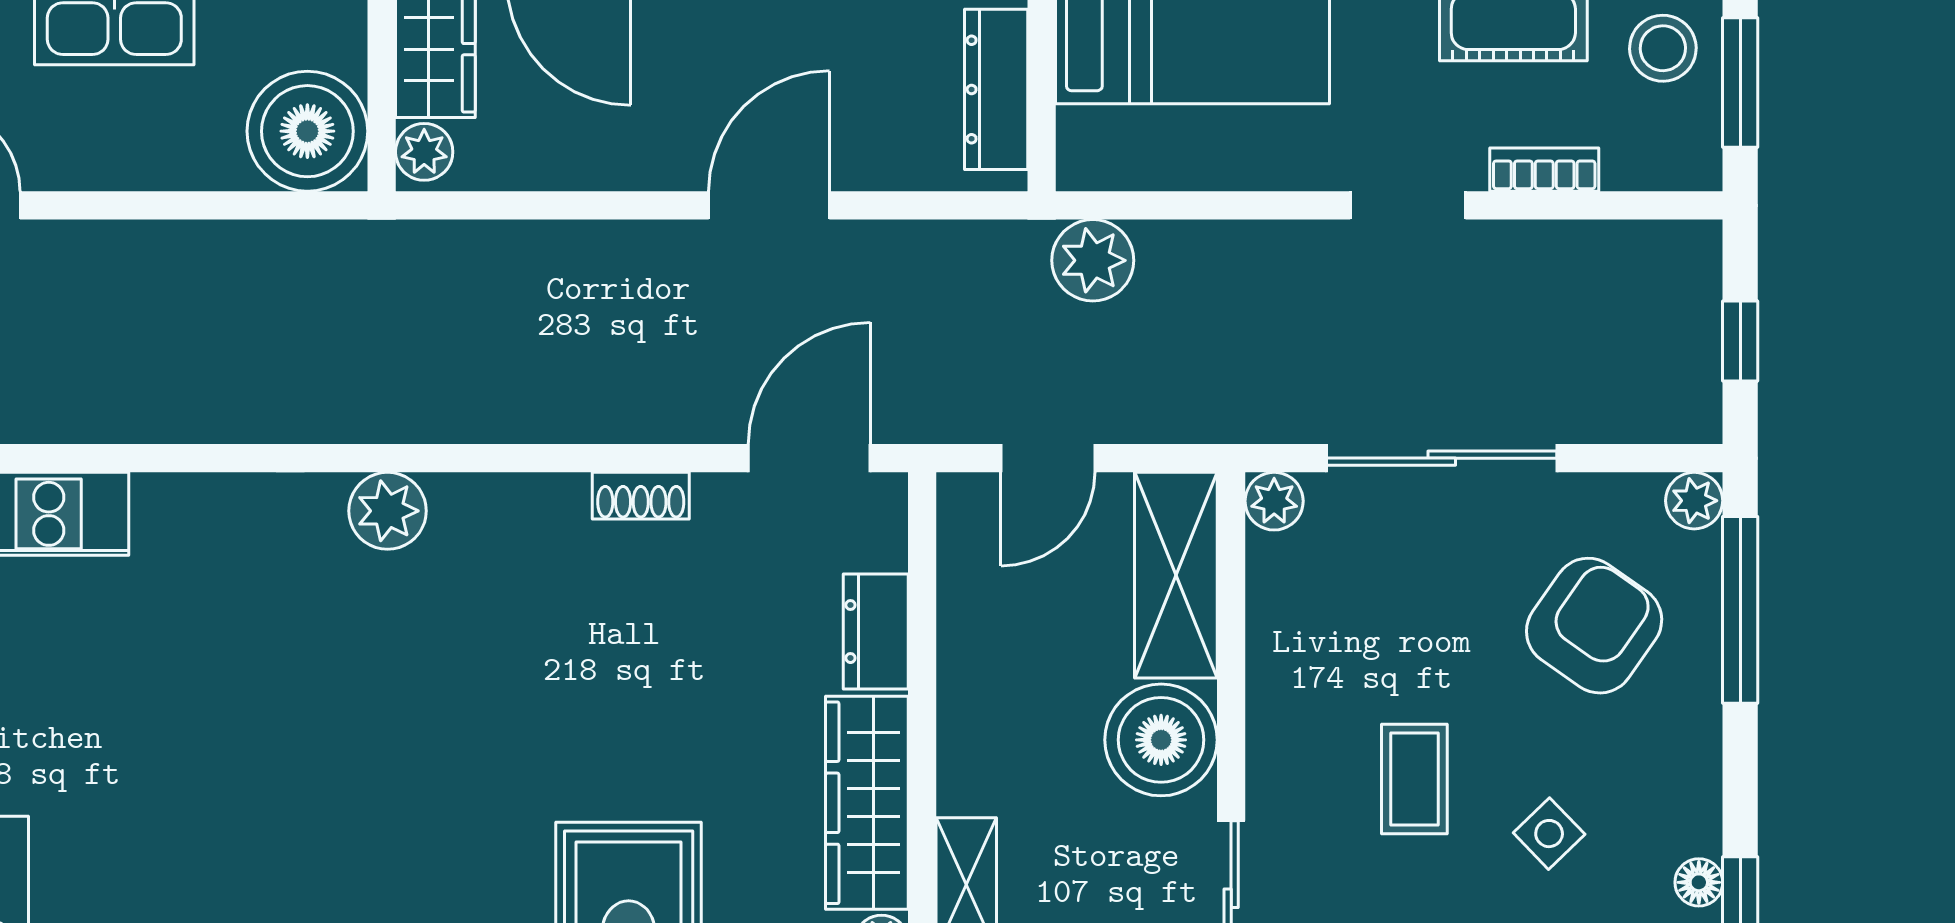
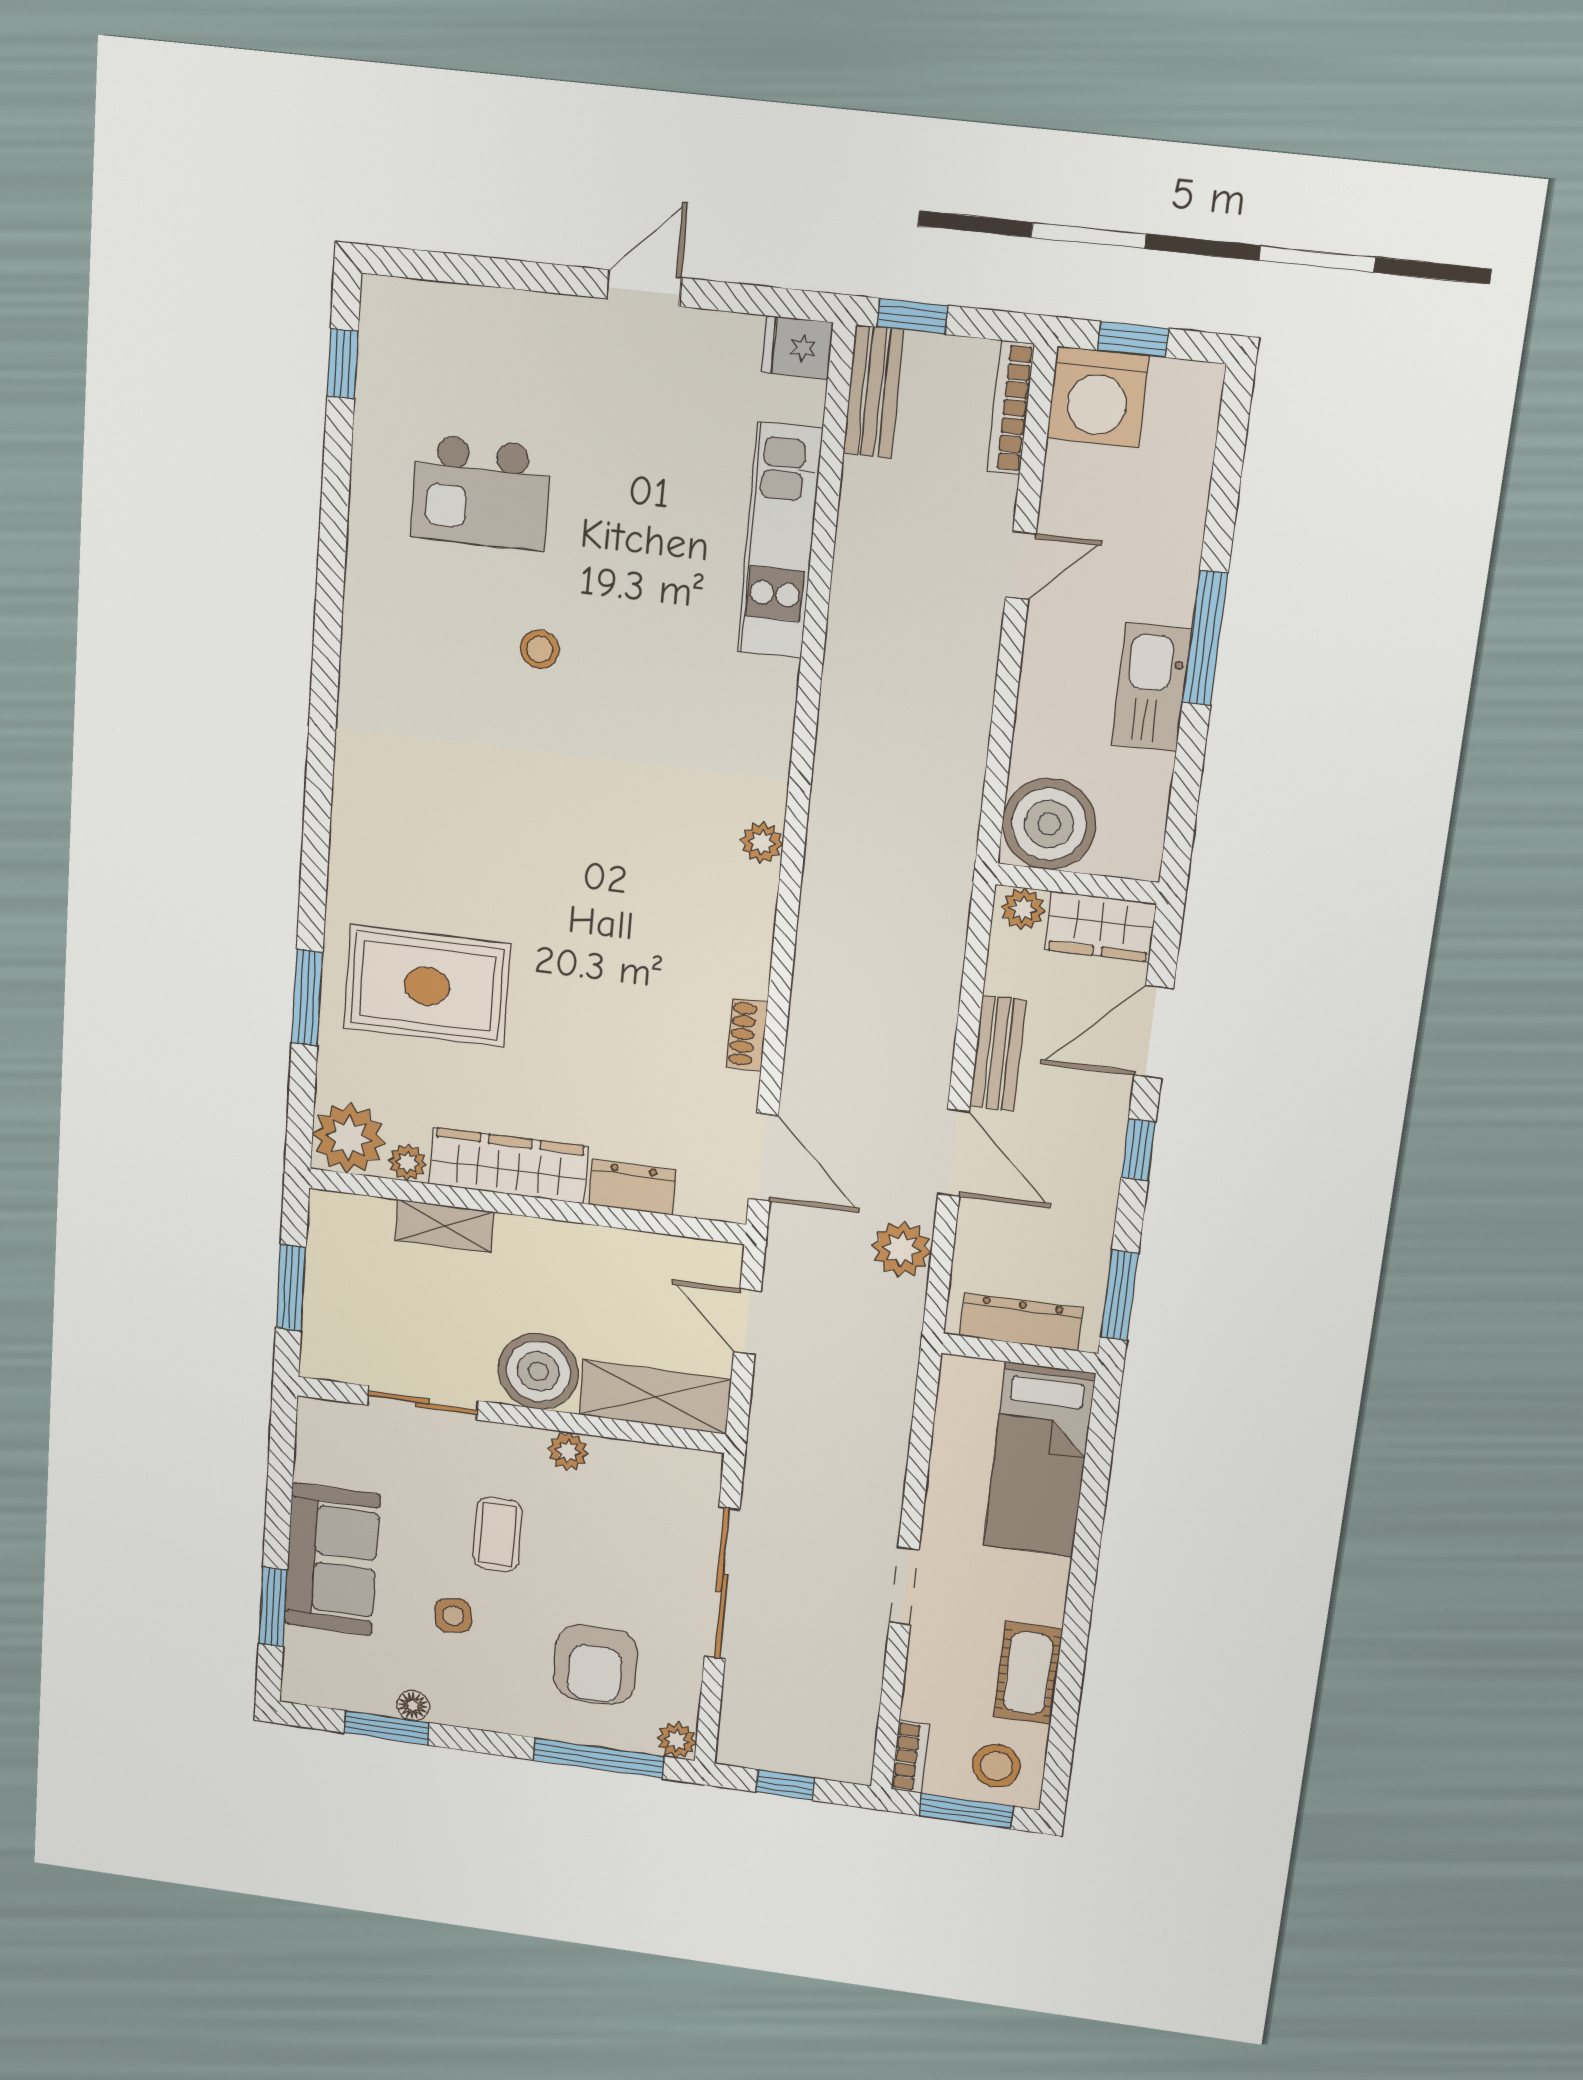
bench: (624, 162) -> (998, 1053), added
bookcase: (1544, 170) -> (910, 1757), moved
plant: (1093, 260) -> (902, 1249), moved
plant: (1274, 501) -> (568, 1451), moved
plant: (388, 511) -> (762, 842), width x0.73, depth x0.73
armchair: (1594, 626) -> (595, 1665), turned 55
coffee table: (1414, 779) -> (498, 1534), turned 90
stool: (155, 812) -> (540, 649), added
side table: (1549, 834) -> (453, 1616), turned 36

